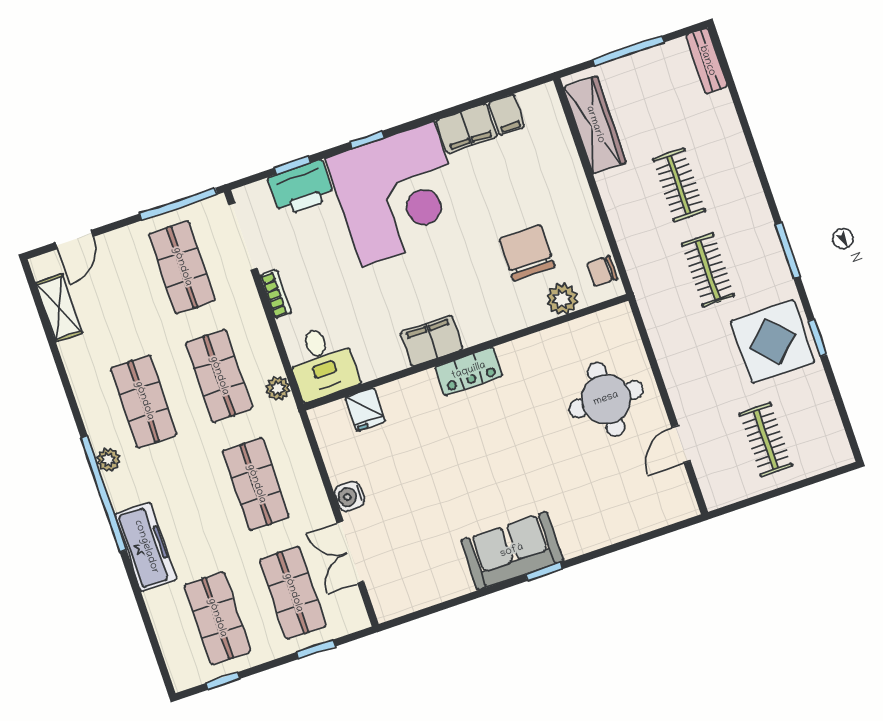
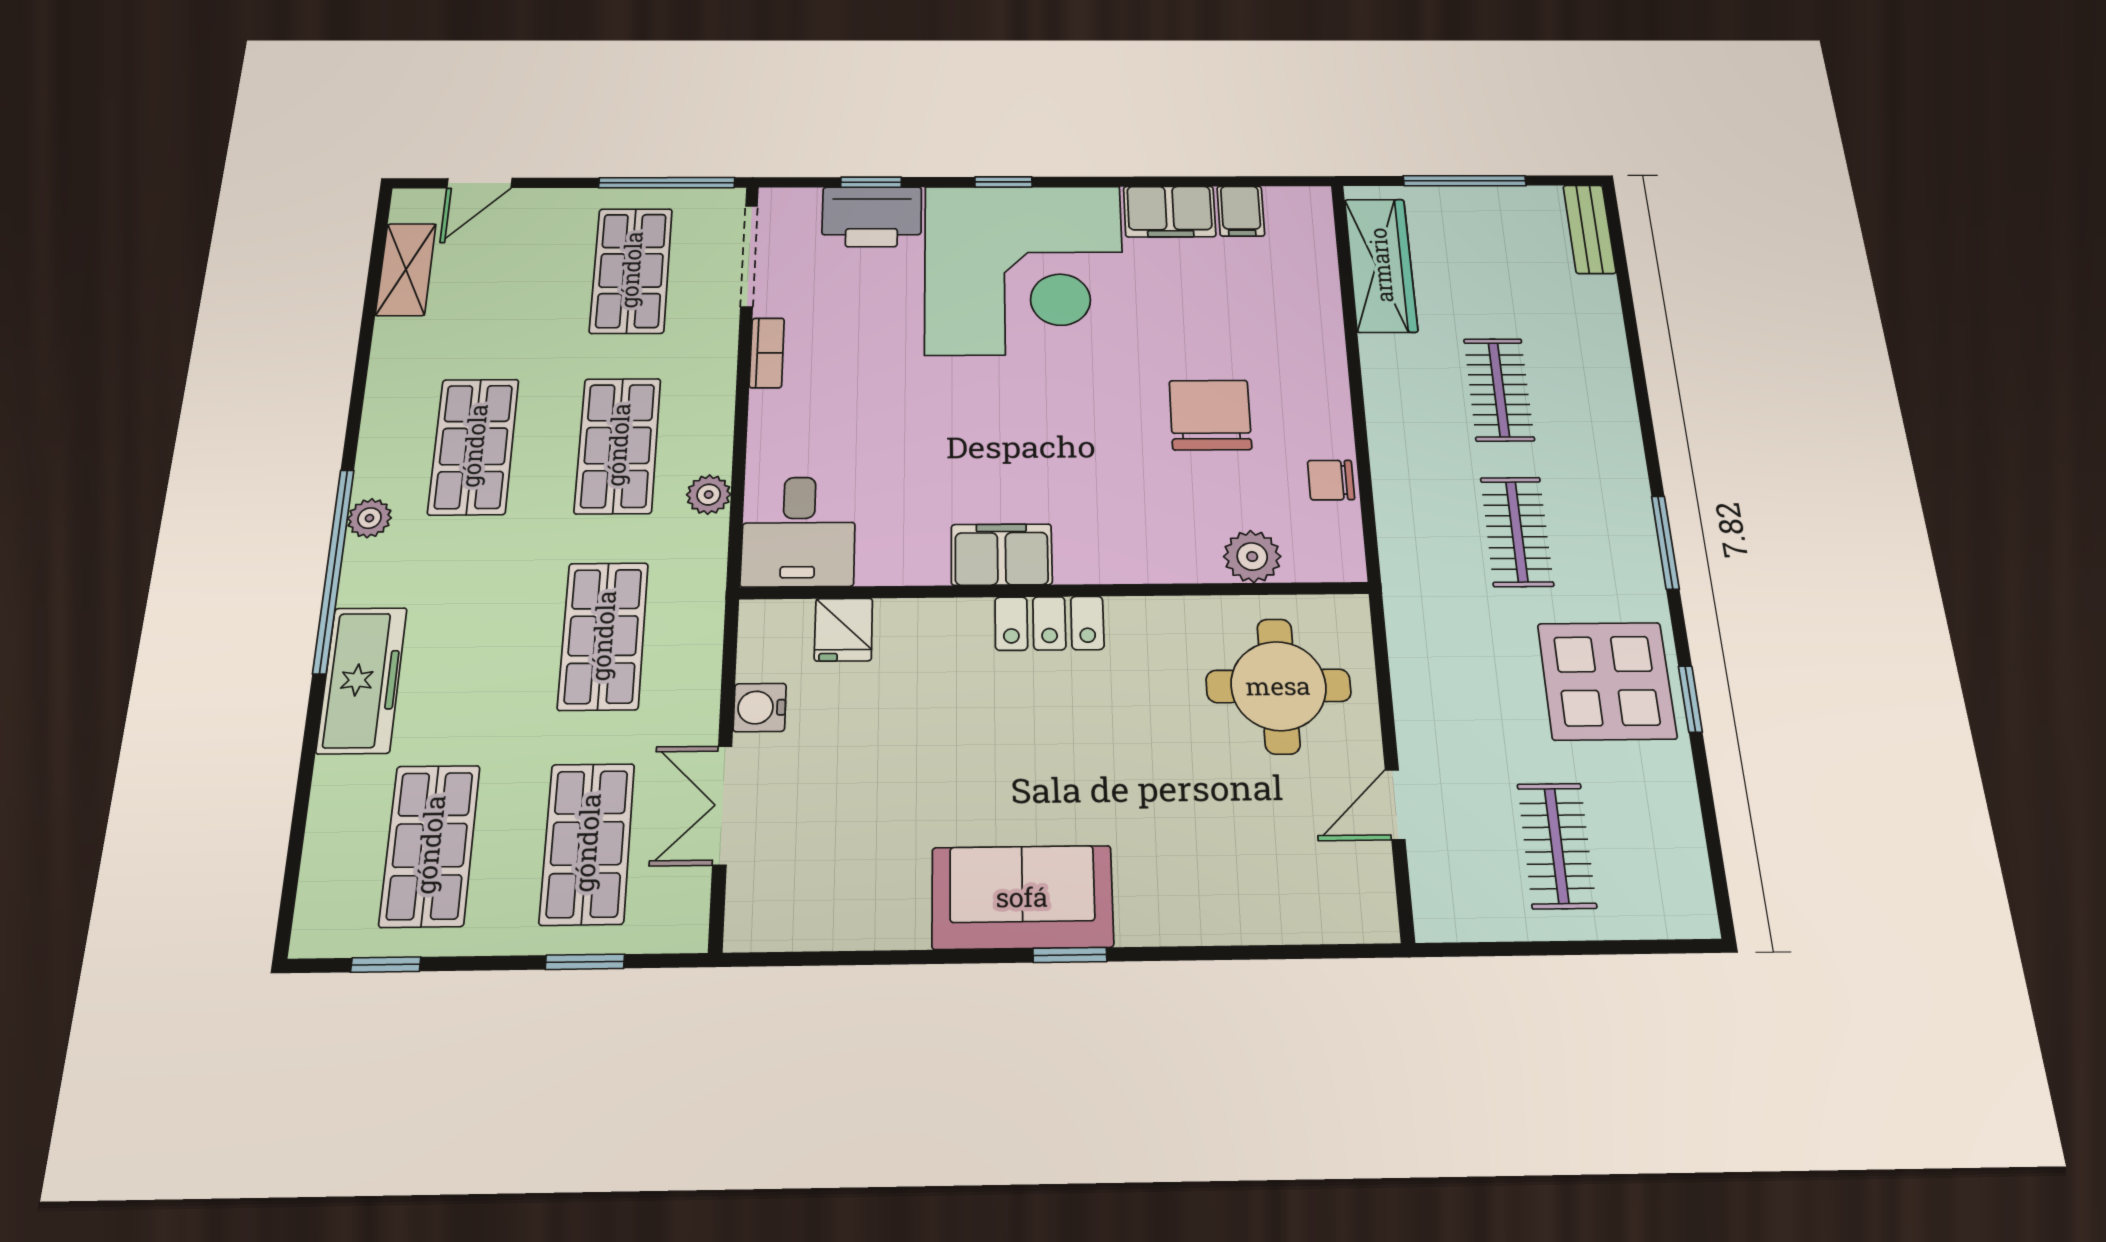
plant: (562, 299) -> (1252, 557), moved
filing cabinet: (432, 341) -> (1002, 554), moved
wall: (466, 352) -> (1055, 591), moved
desk: (322, 362) -> (799, 532), moved
locker: (469, 371) -> (1049, 623), moved
fridge: (365, 409) -> (844, 630), moved

